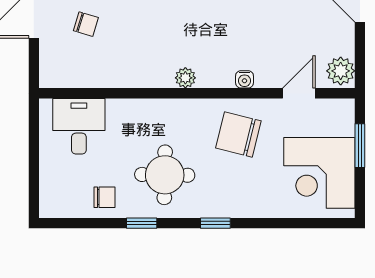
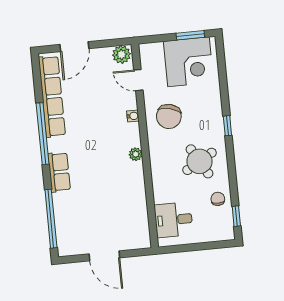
chair: (86, 24) -> (107, 222), removed
window: (360, 146) -> (190, 35), moved
round table: (165, 175) -> (200, 161), turned -31
window: (142, 223) -> (236, 216), moved

